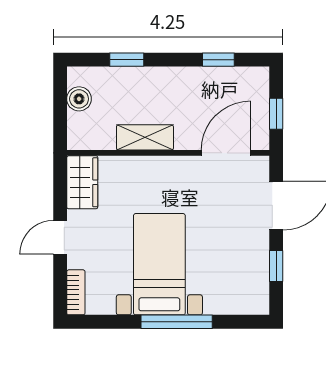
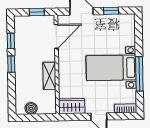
window: (127, 60) -> (11, 64), moved
door: (226, 153) -> (56, 36), swing flipped
window: (177, 322) -> (139, 74), moved

